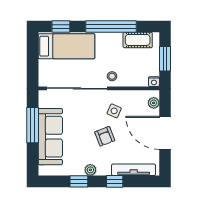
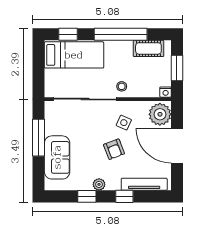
plant: (154, 103) -> (160, 114), width x1.88, depth x1.88
sofa: (50, 137) -> (57, 157), width x0.73

